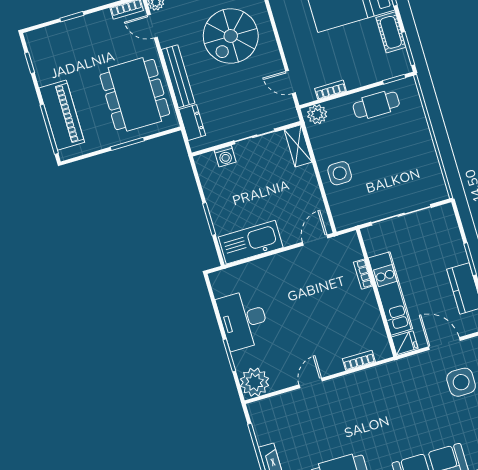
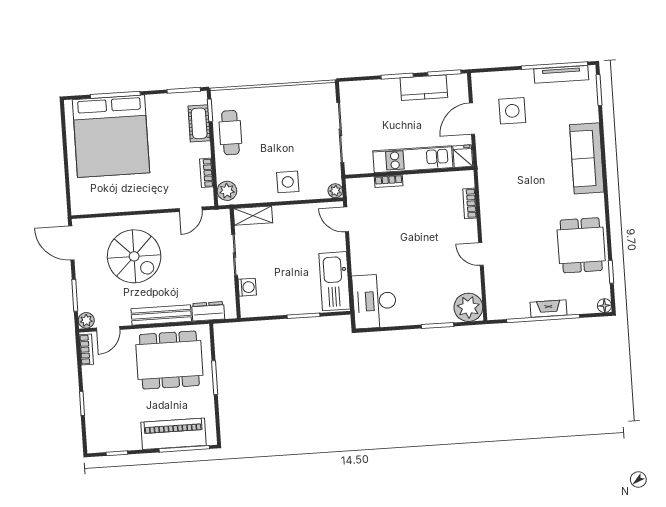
cot: (391, 32) -> (199, 123), moved, turned 90
plant: (341, 223) -> (335, 191), added
desk: (243, 320) -> (374, 301), moved, turned 90

